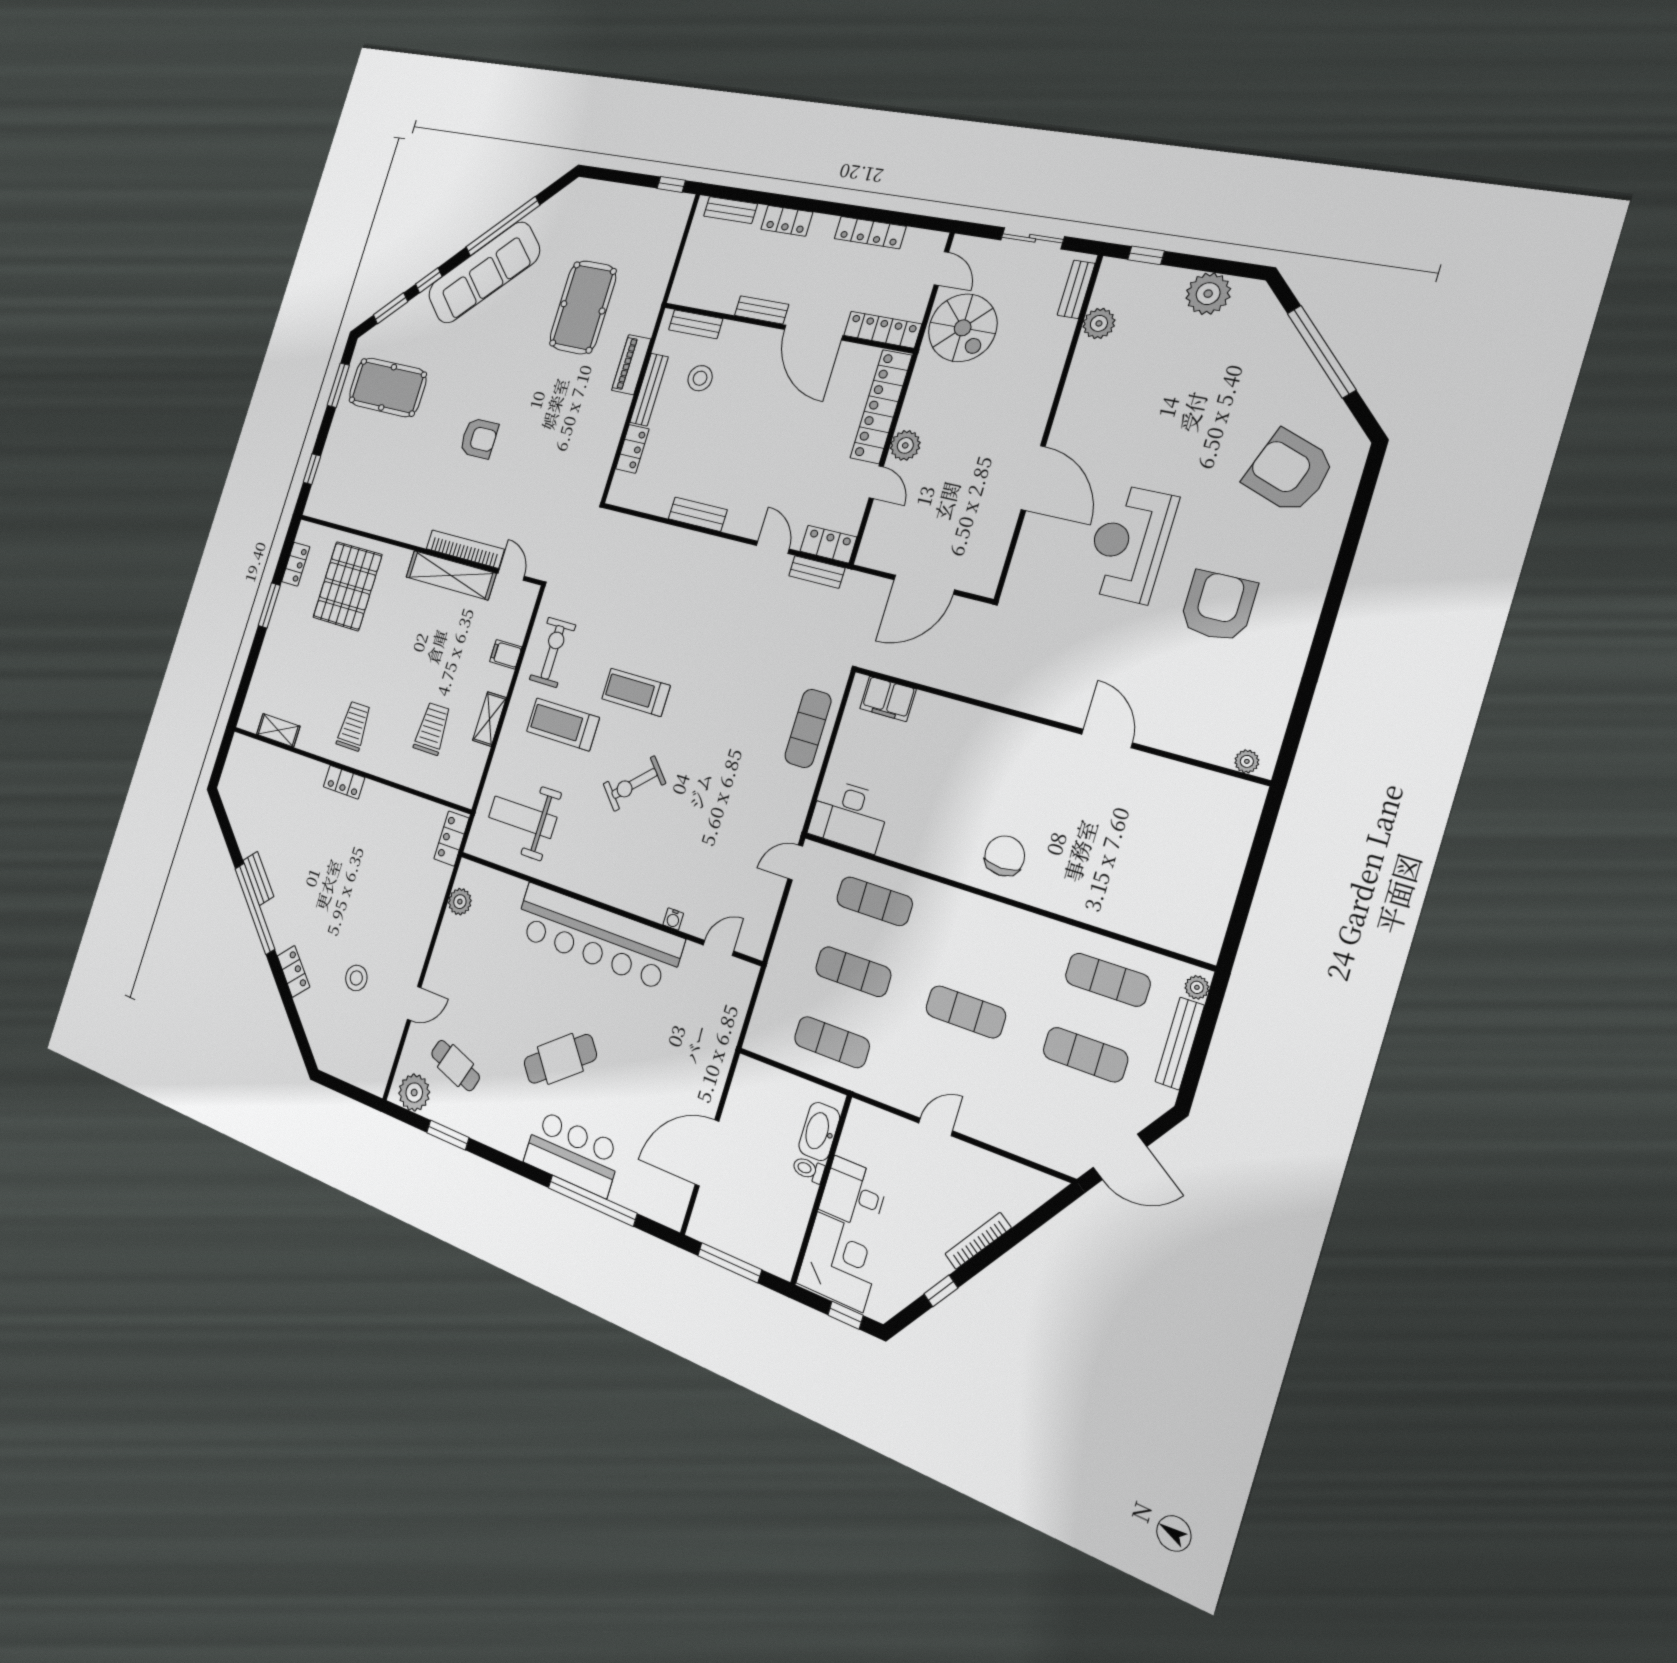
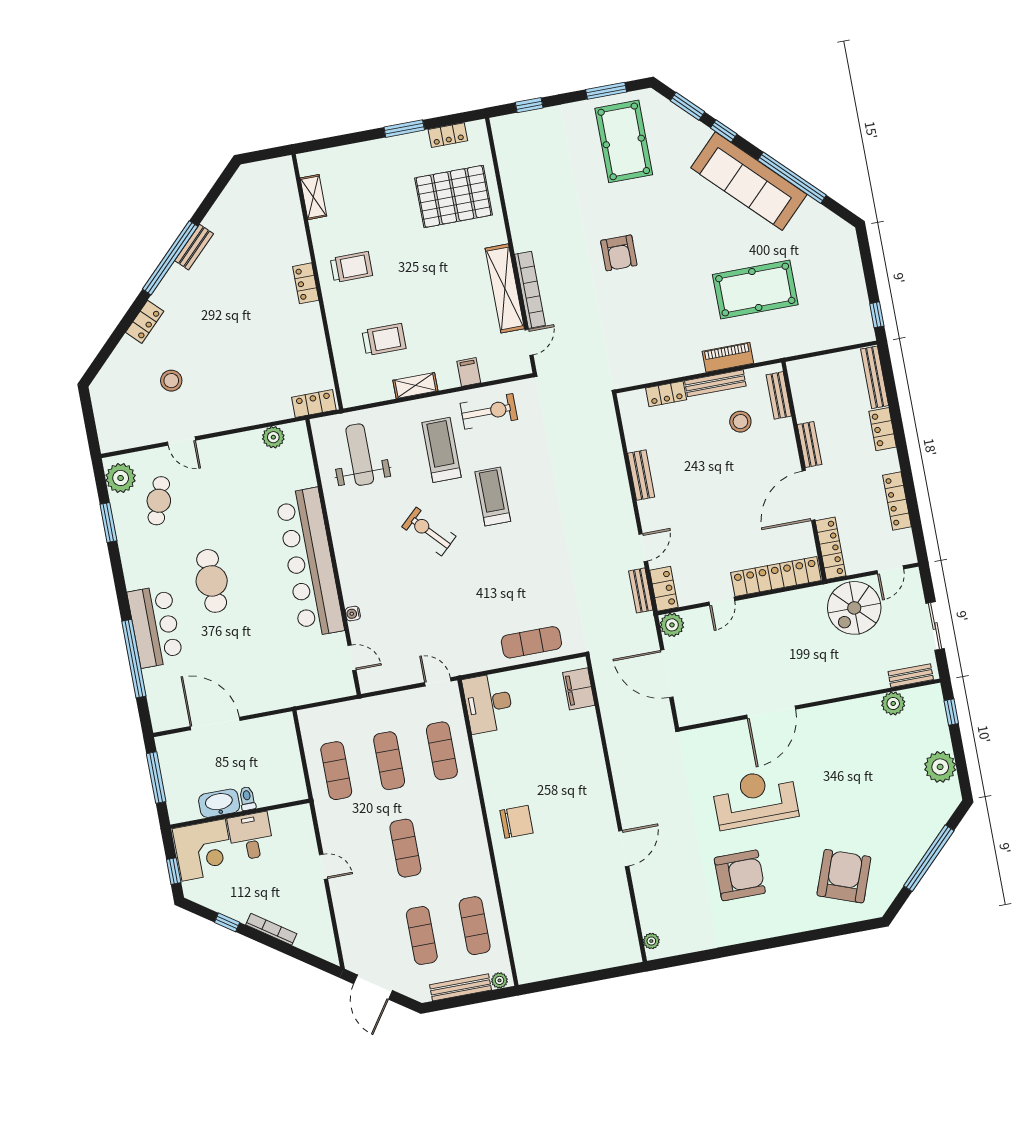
bench: (730, 210) -> (875, 377), width x1.36
plant: (905, 445) -> (672, 625), moved
cafe table: (560, 1059) -> (212, 581), turned 38
washbasin: (819, 1131) -> (219, 803), moved

